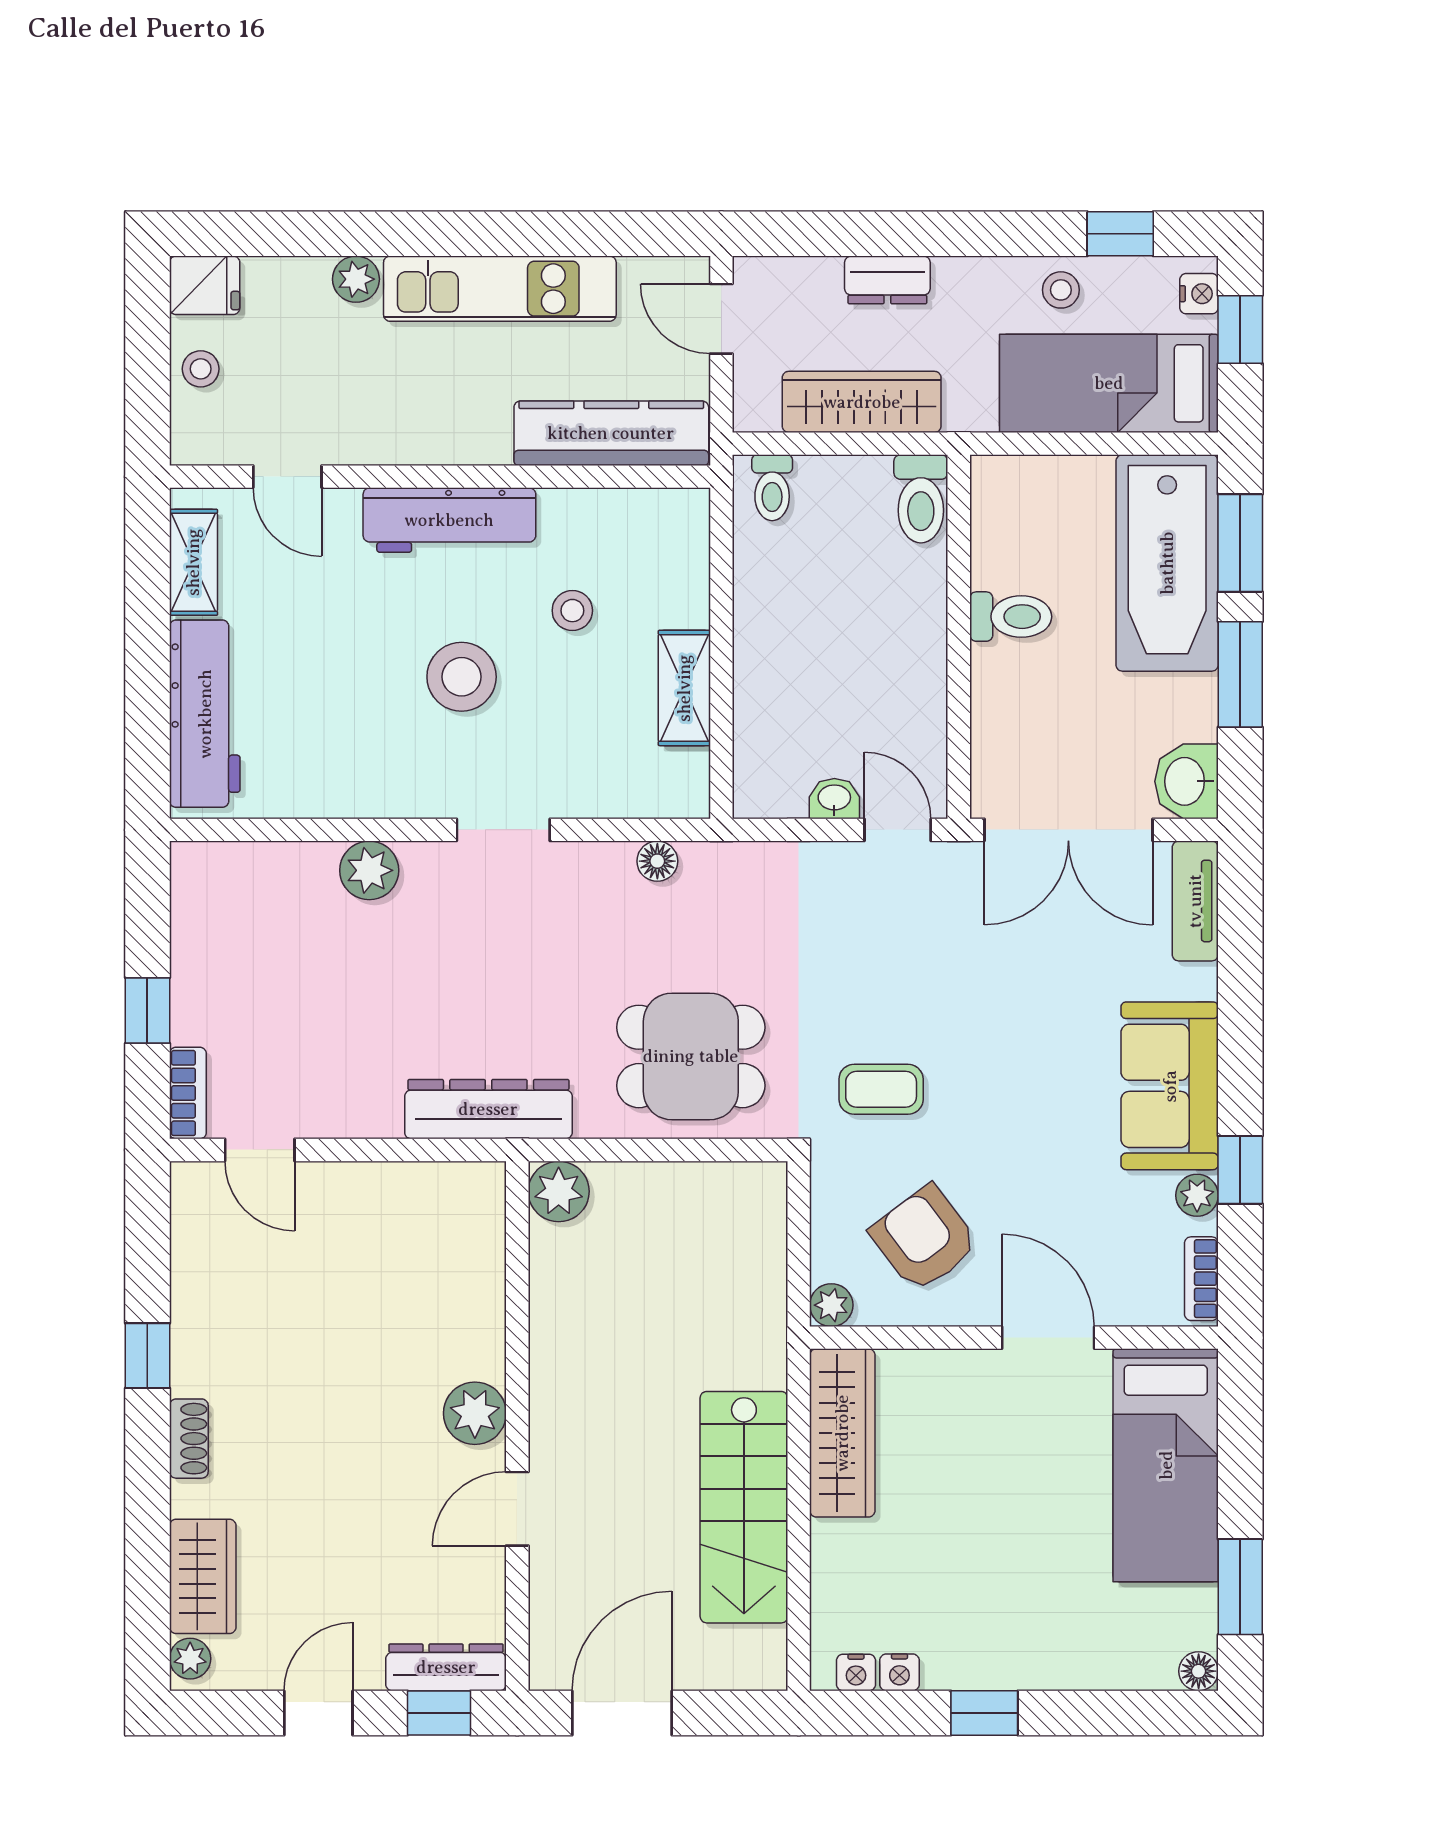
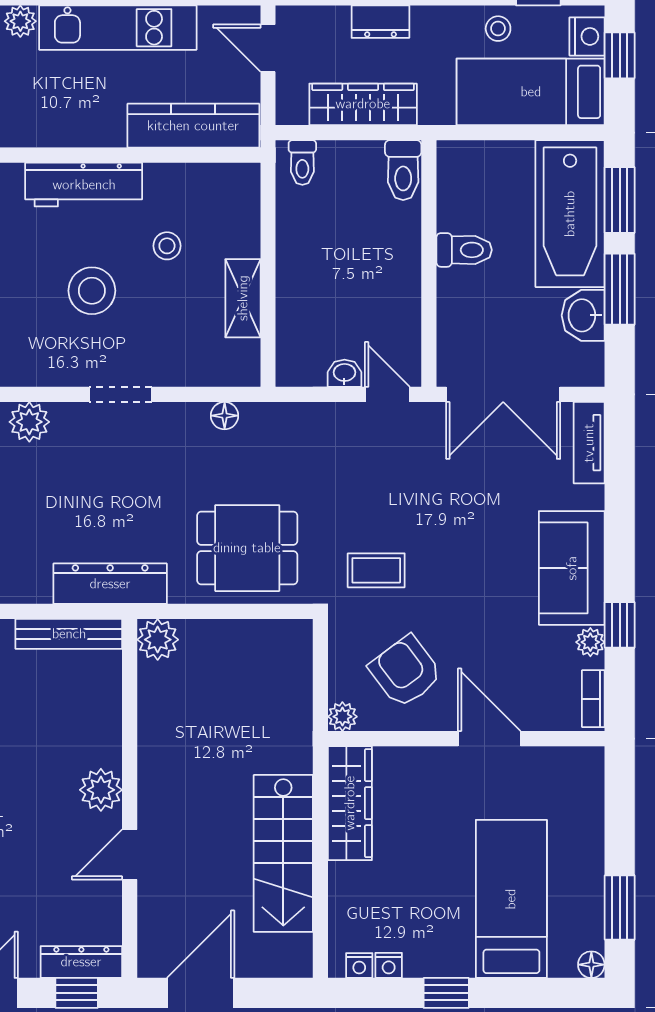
nightstand: (1199, 294) -> (587, 36), width x1.39, depth x1.35
washbasin: (1186, 781) -> (583, 315), moved
bench: (427, 1183) -> (69, 634), added
bed: (1166, 1465) -> (511, 899), moved, turned 180

